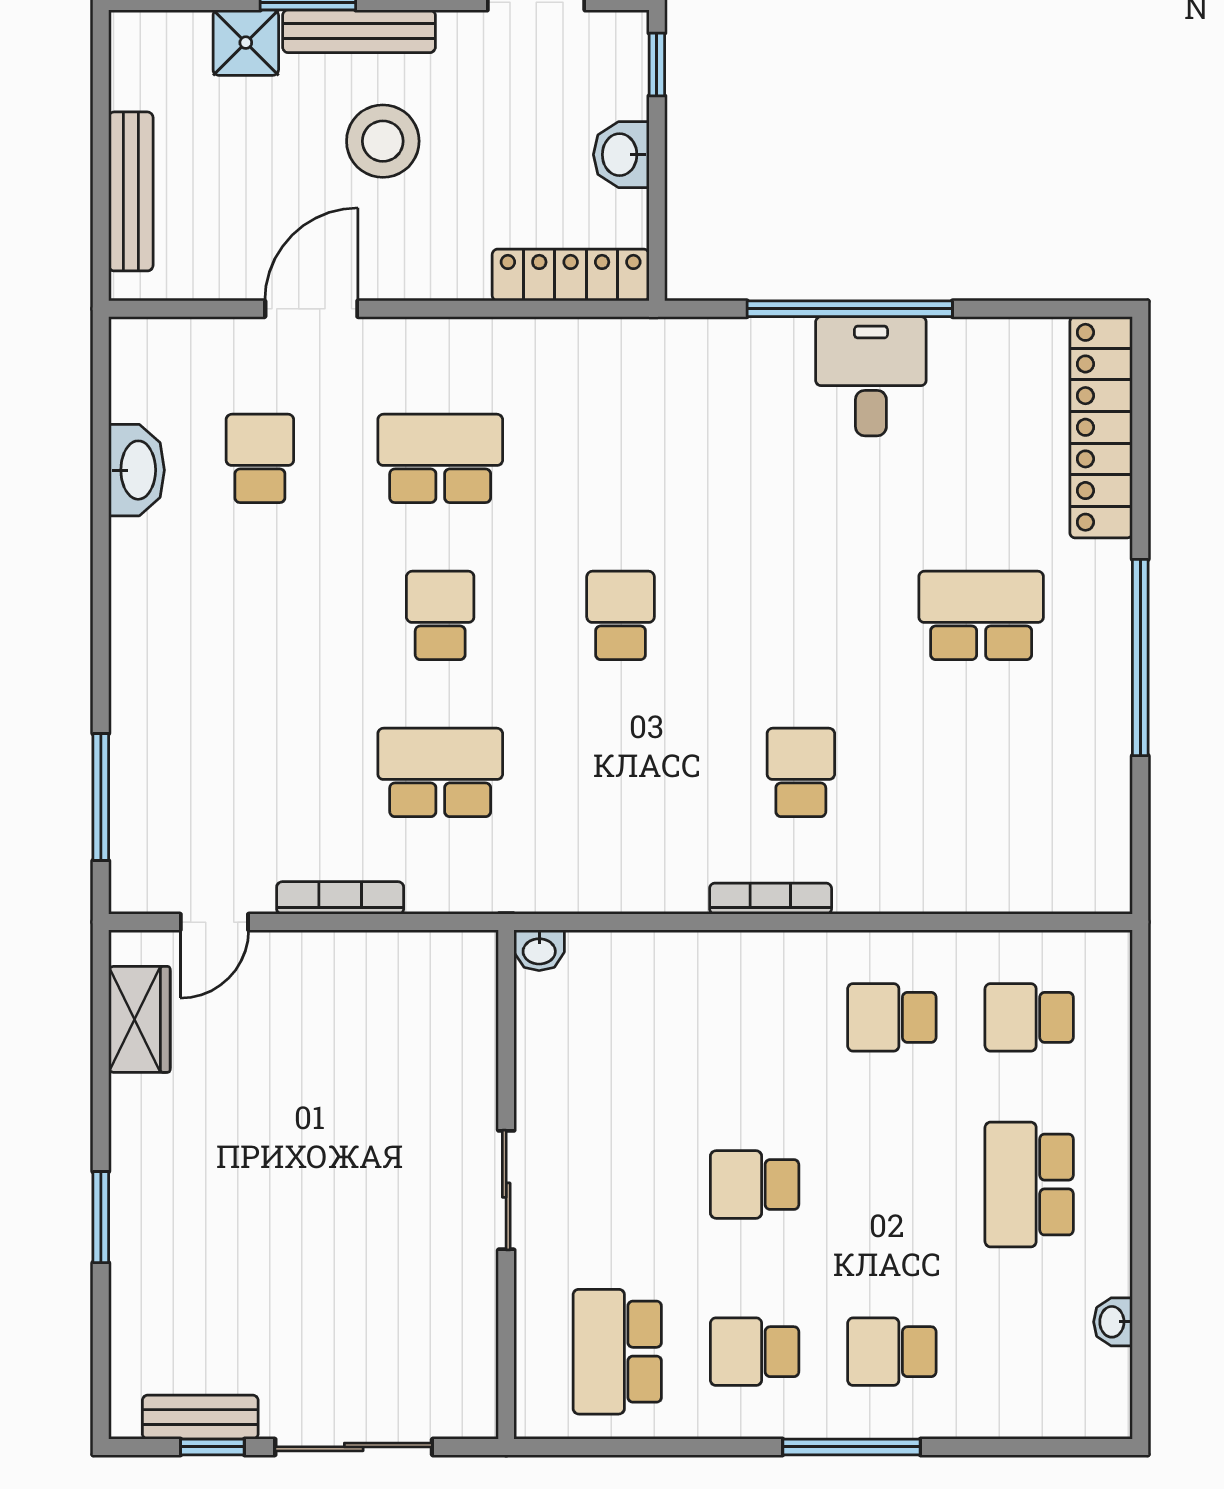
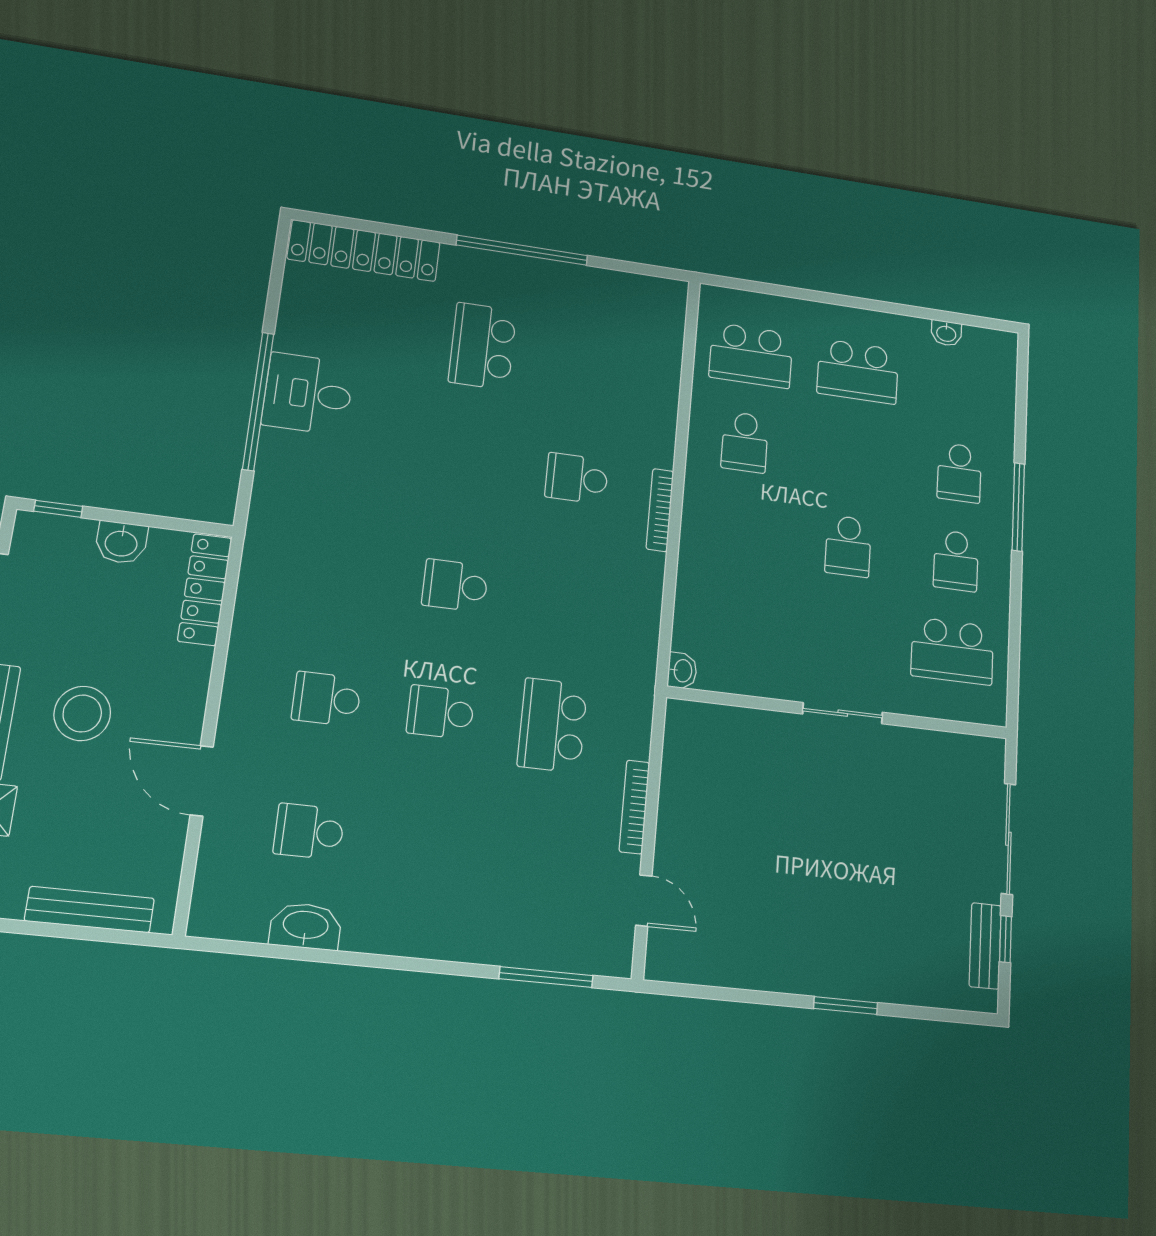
school desk: (440, 458) -> (327, 699), width x0.54
school desk: (1029, 1017) -> (751, 355), width x1.85
wardrobe: (139, 1019) -> (709, 963), removed

